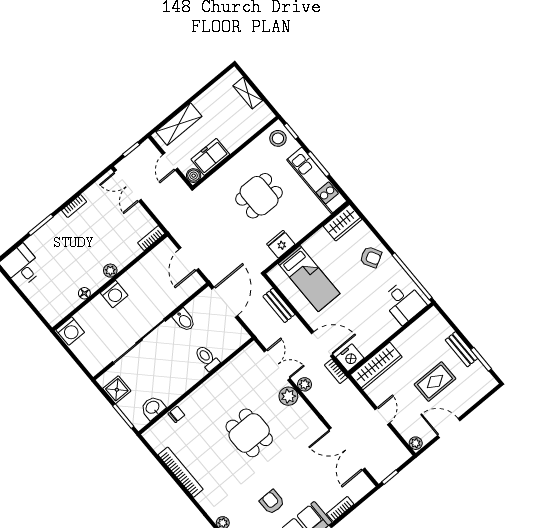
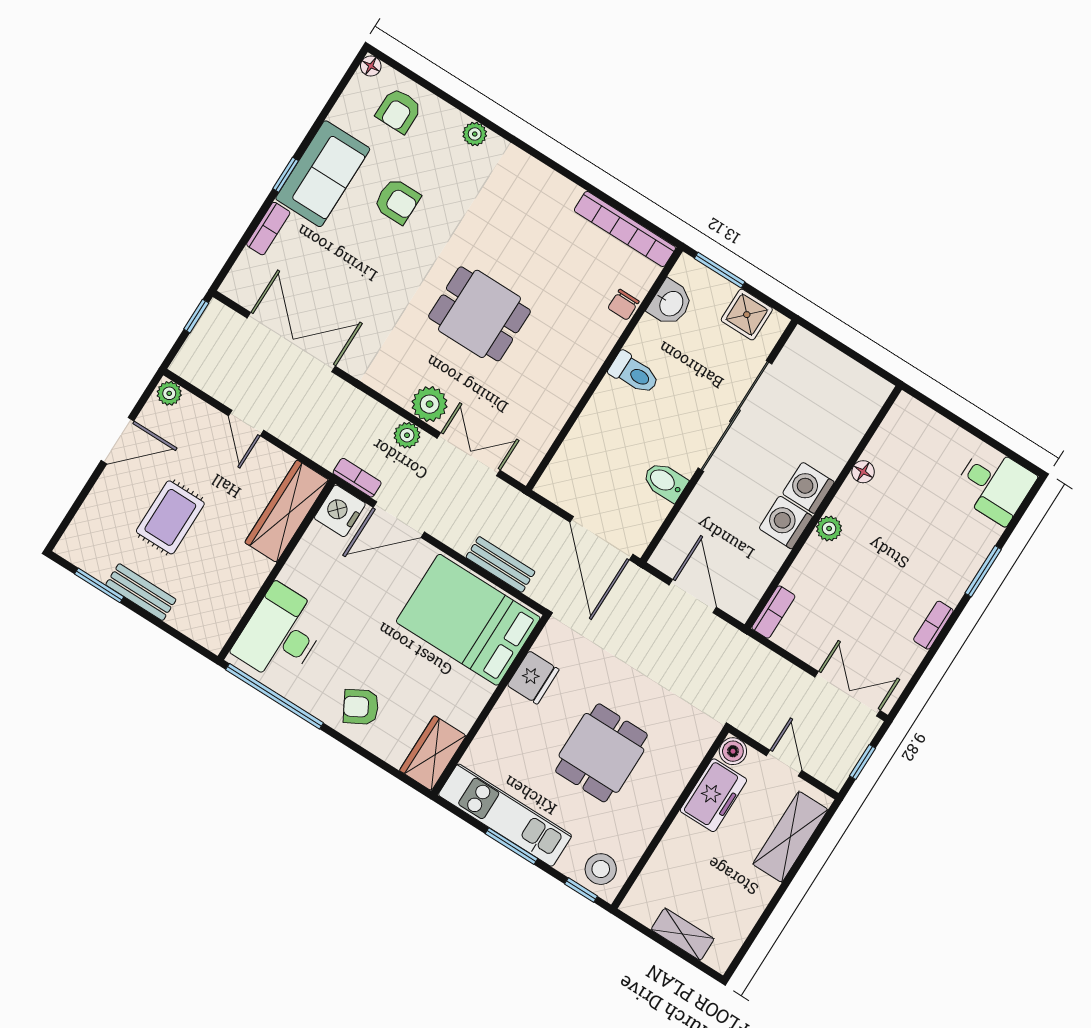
bed: (309, 279) -> (468, 620), width x1.50
desk: (404, 302) -> (281, 634), width x1.37
washing machine: (70, 331) -> (786, 522), moved
toilet: (207, 358) -> (634, 373), moved
double door: (277, 365) -> (469, 454), swing flipped
bookcase: (181, 472) -> (625, 229), moved

